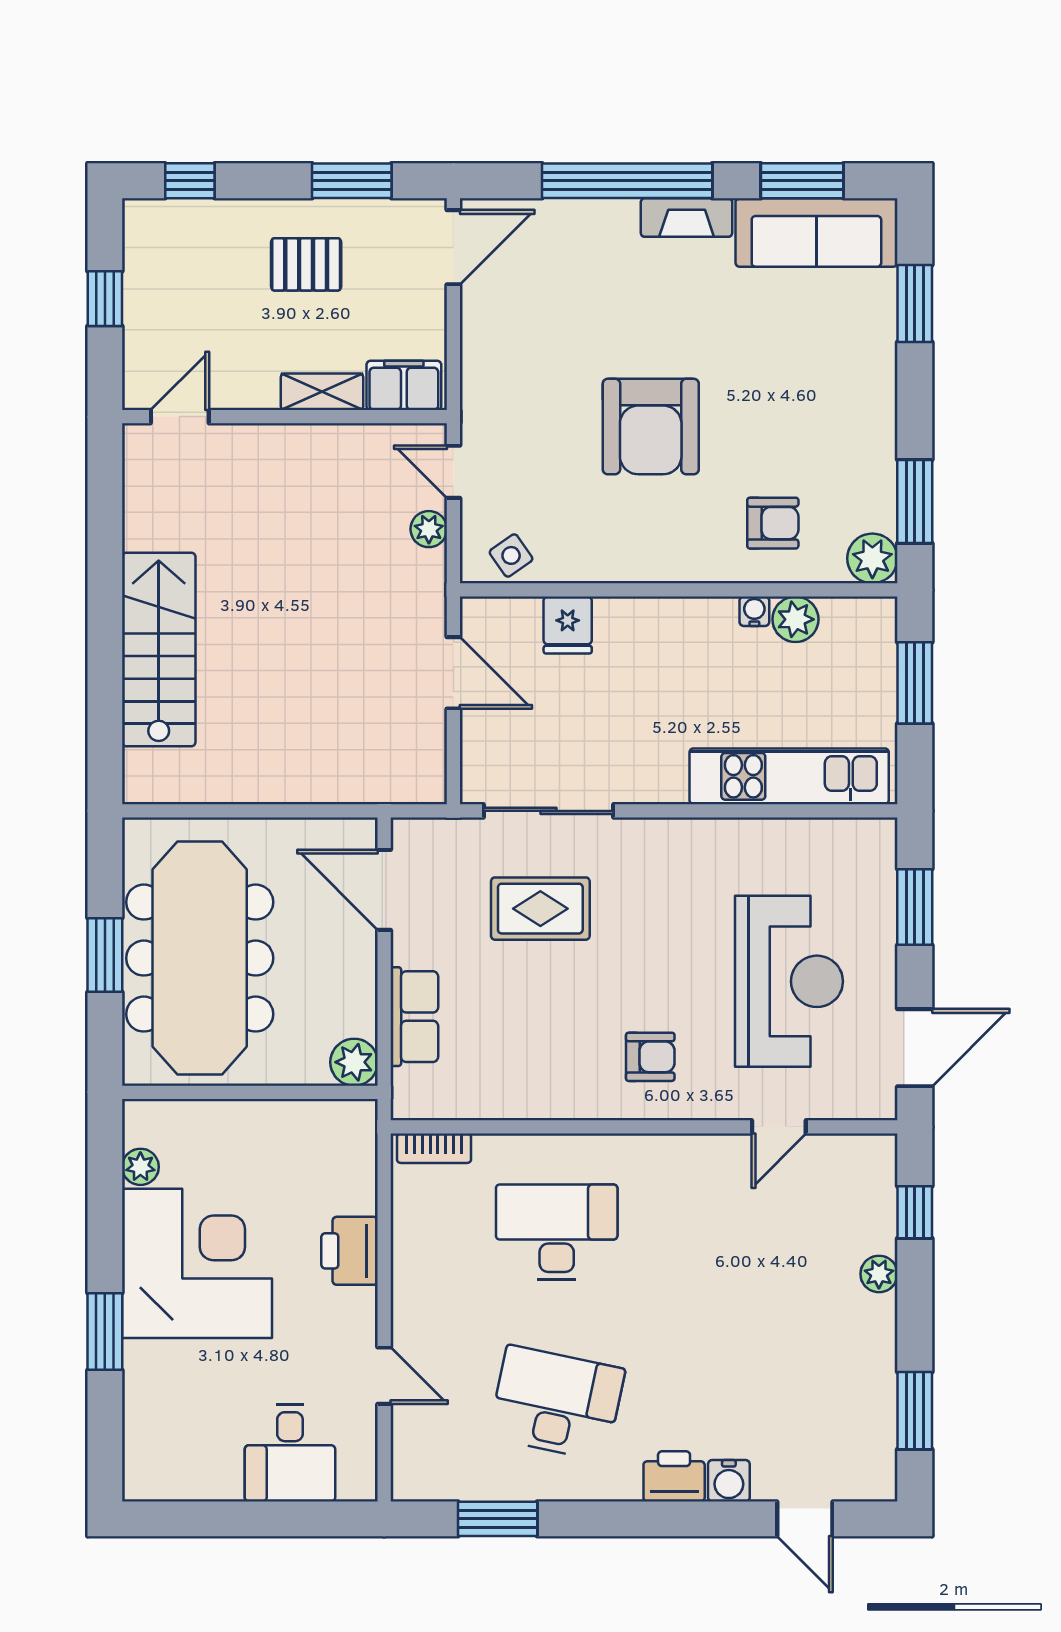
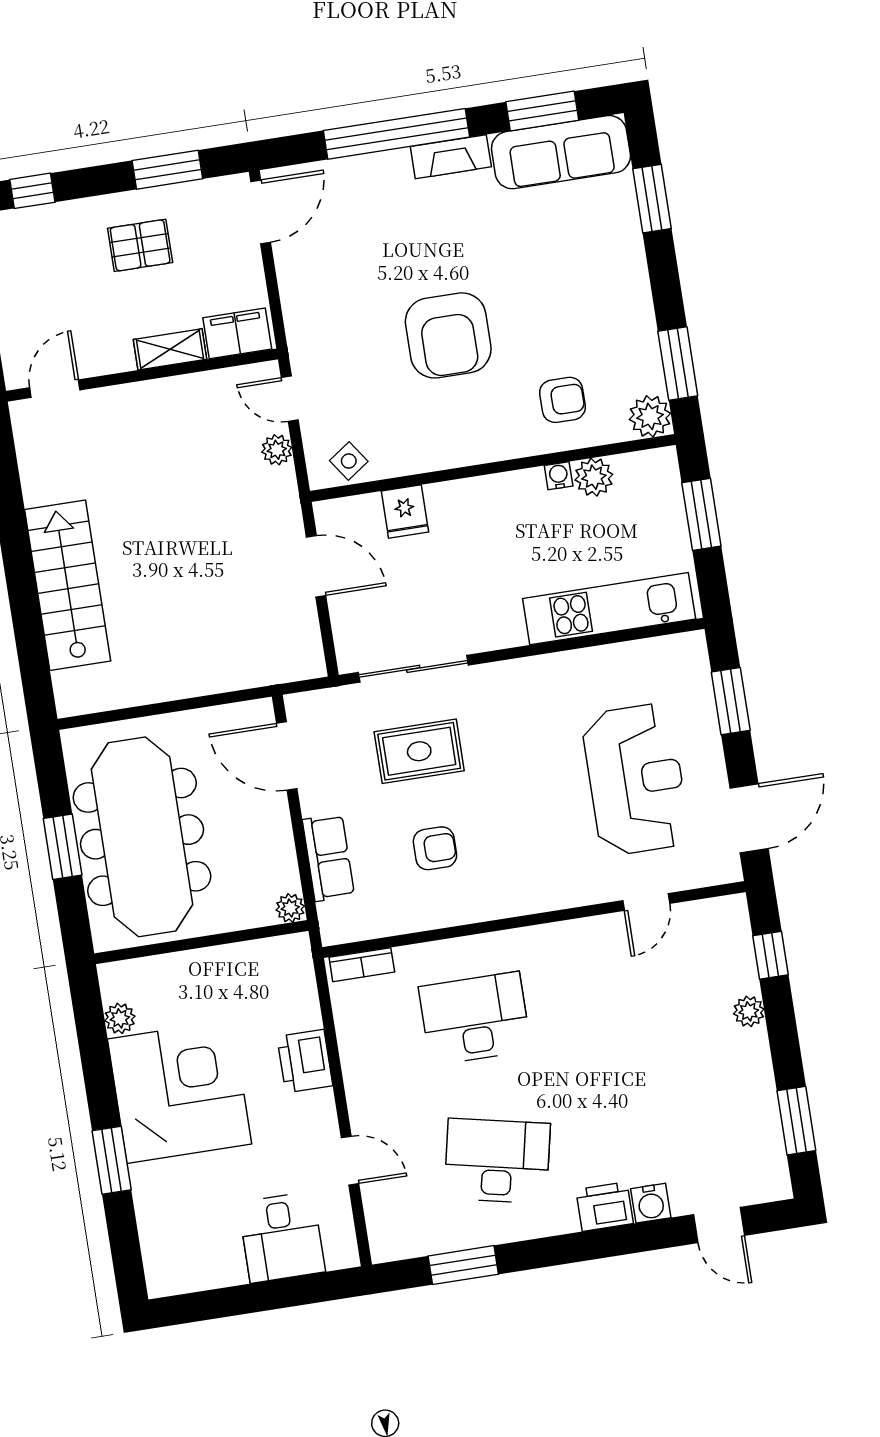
armchair: (650, 1057) -> (435, 848), moved
plant: (354, 1062) -> (290, 908), width x0.73, depth x0.73

